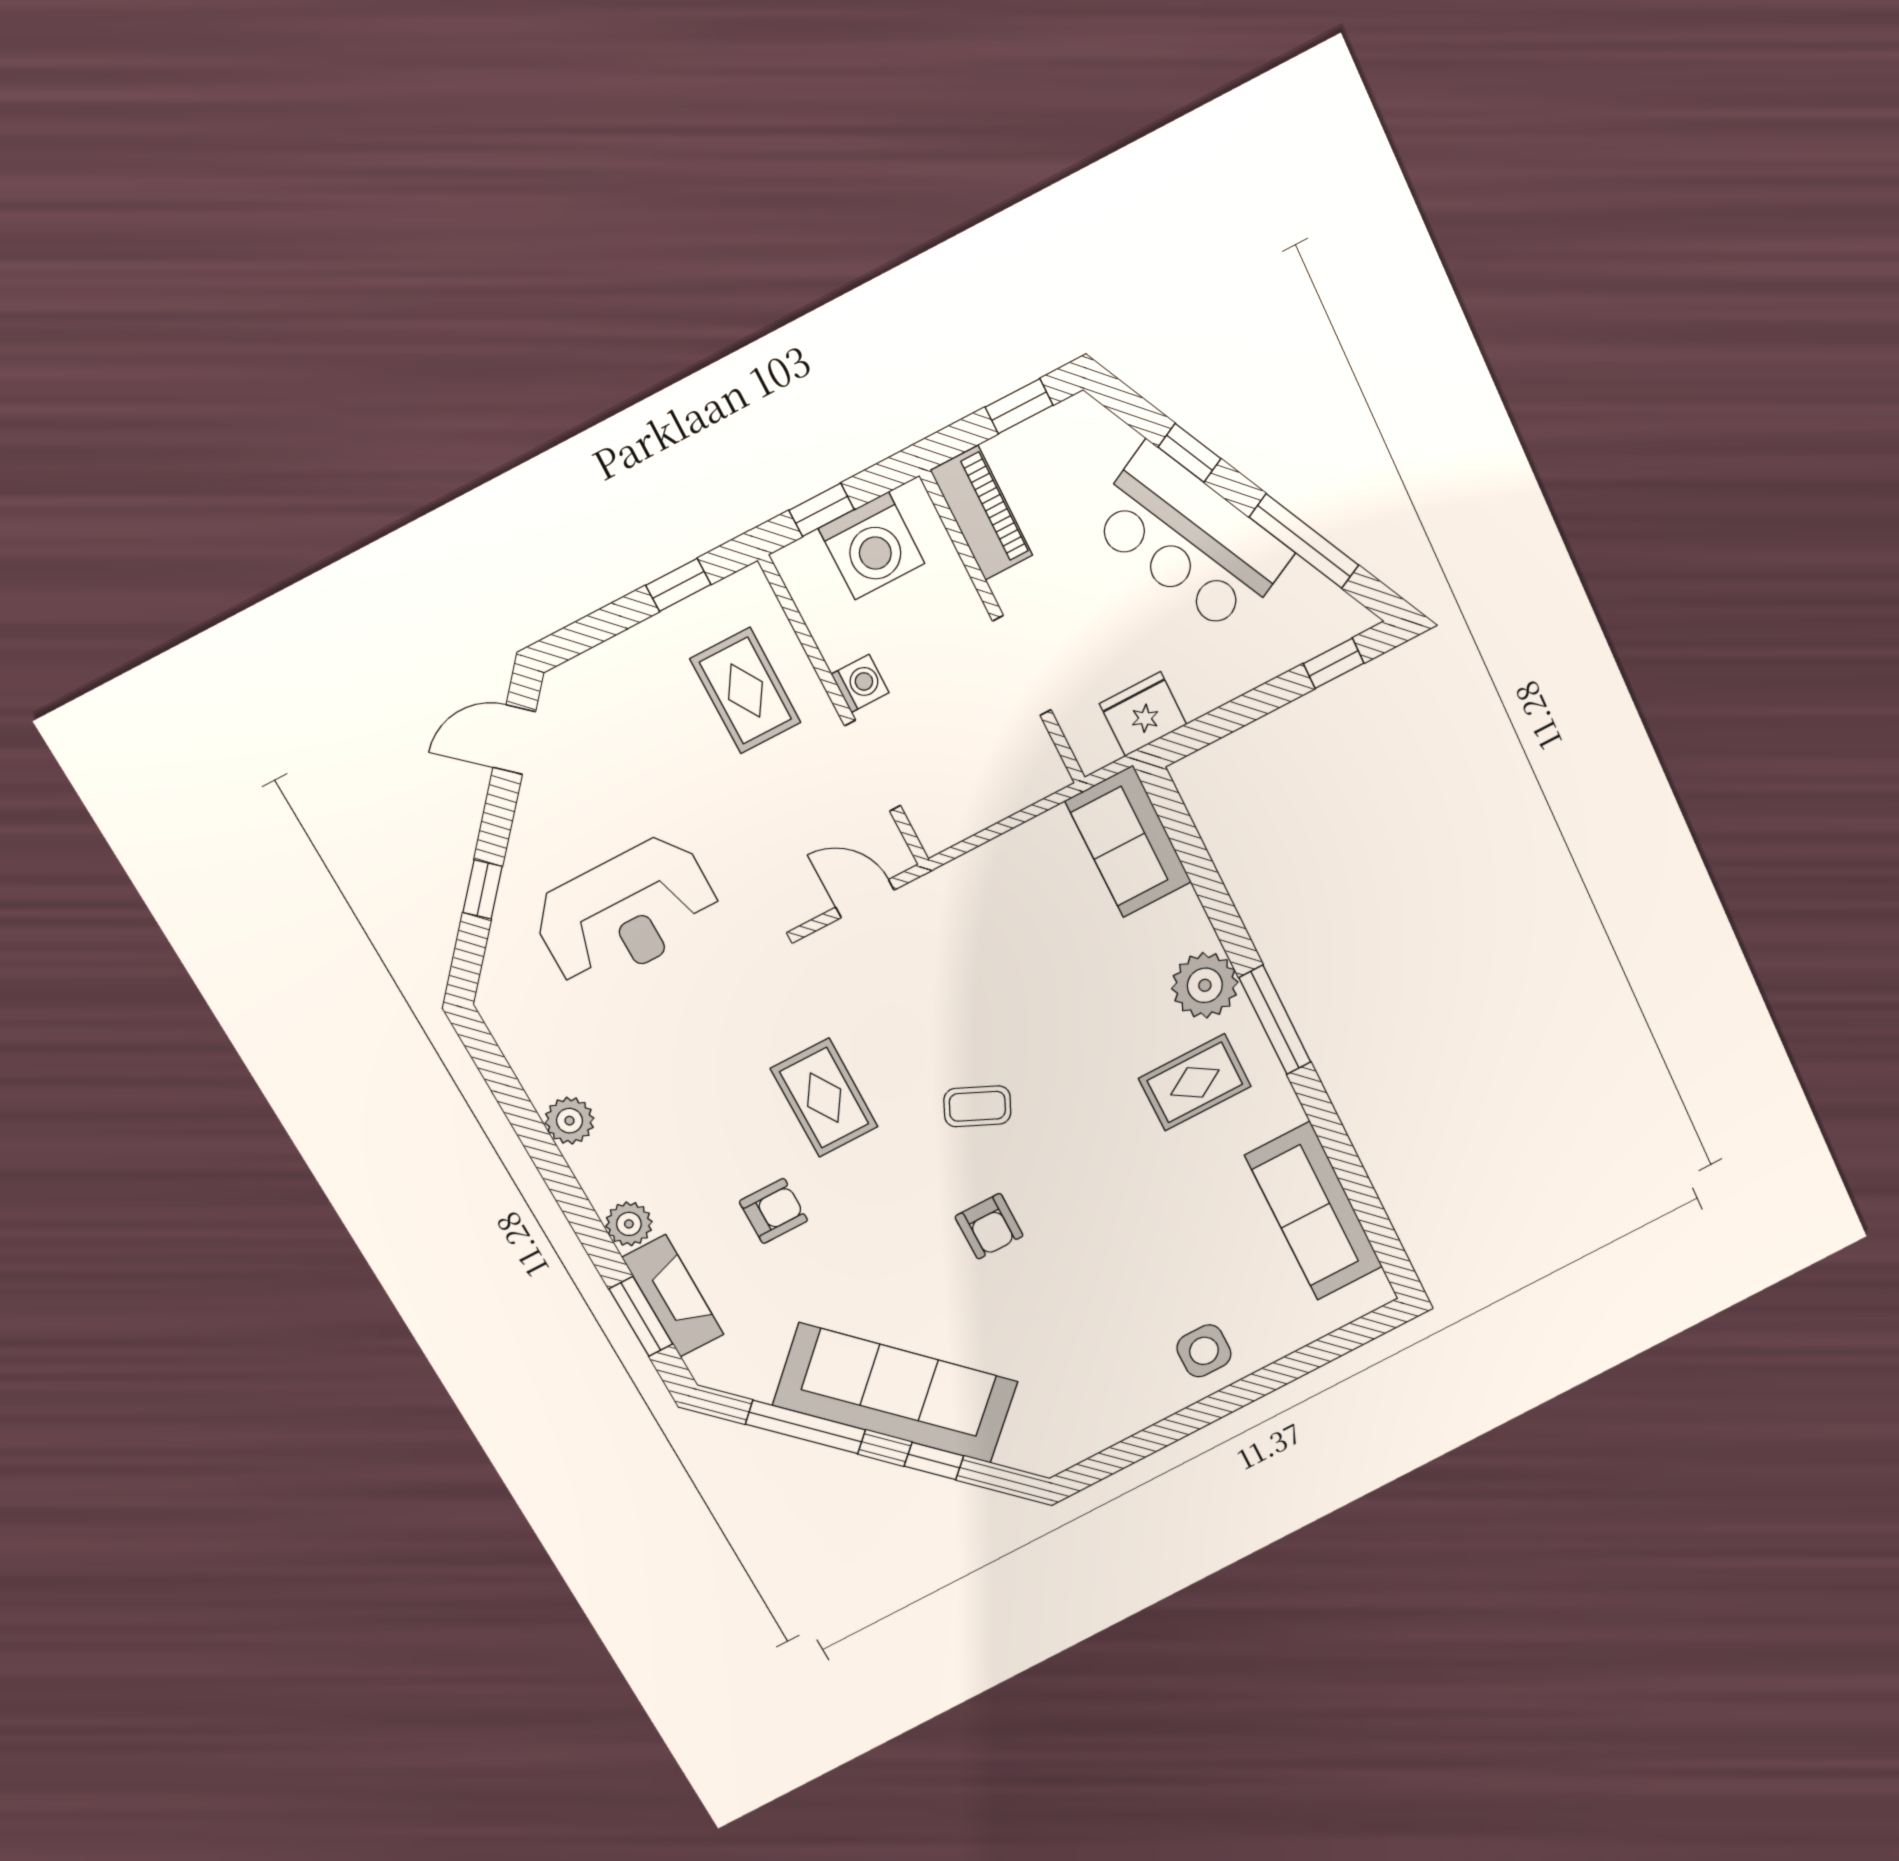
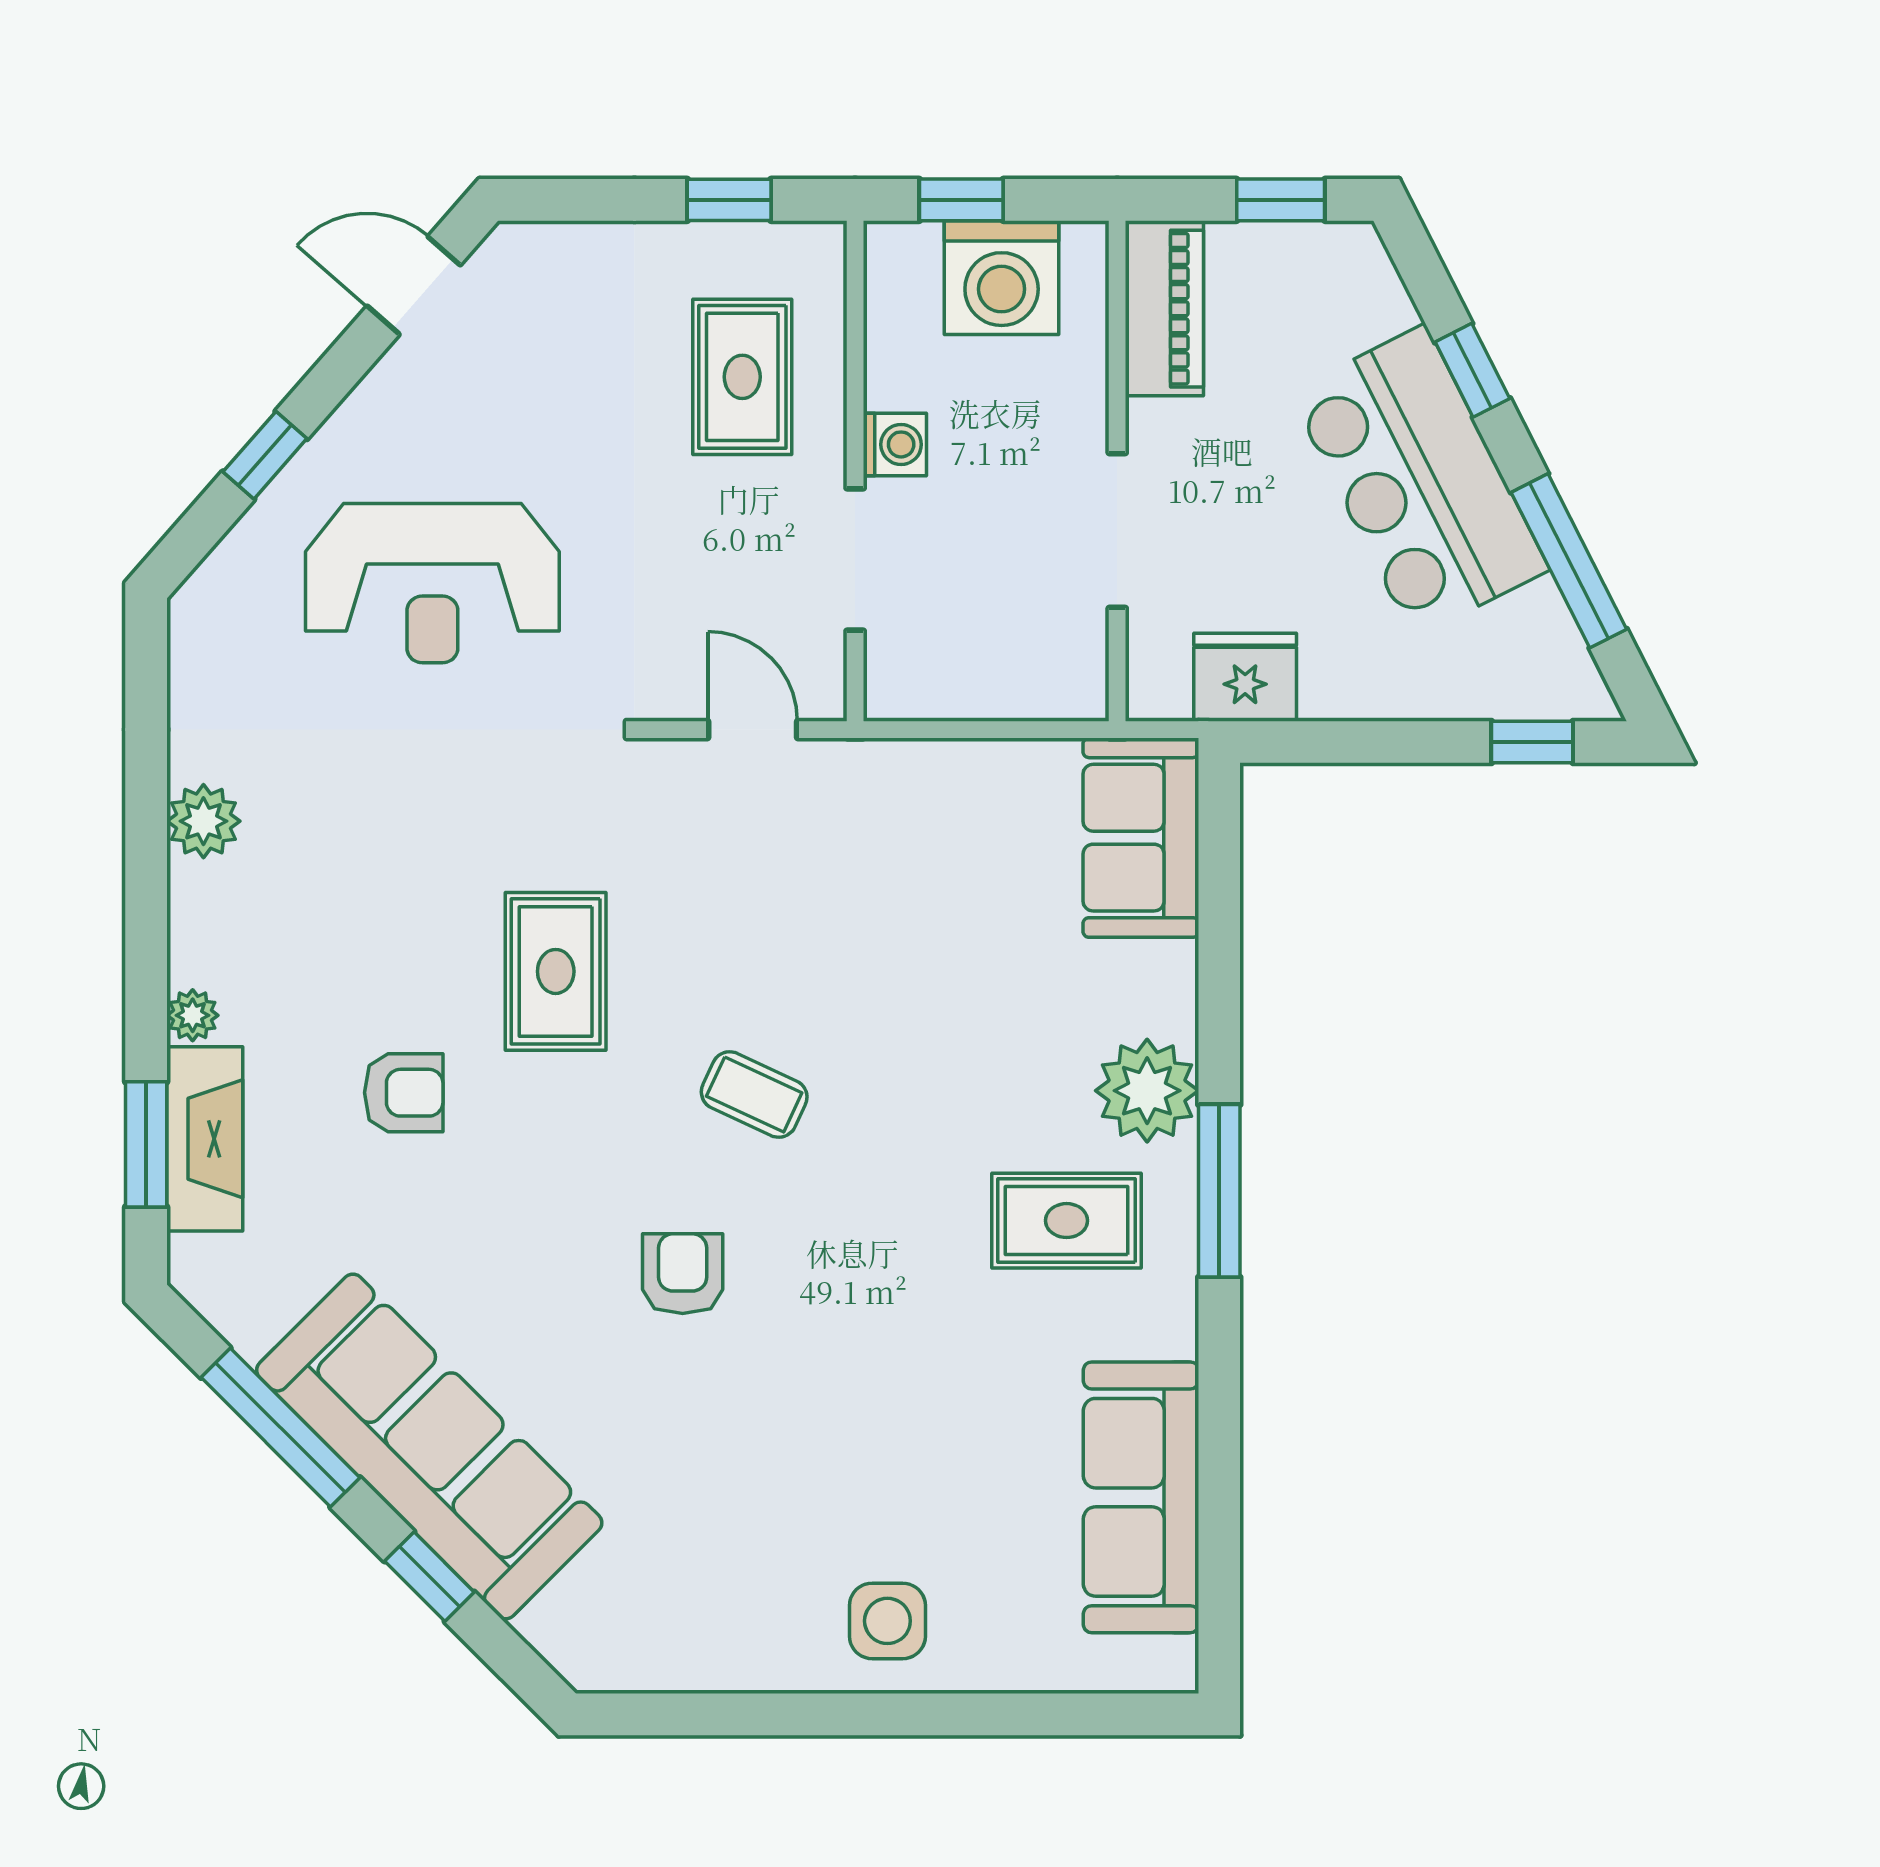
plant: (629, 1224) -> (193, 1015), width x0.73, depth x0.73
armchair: (989, 1226) -> (683, 1274), turned 180

